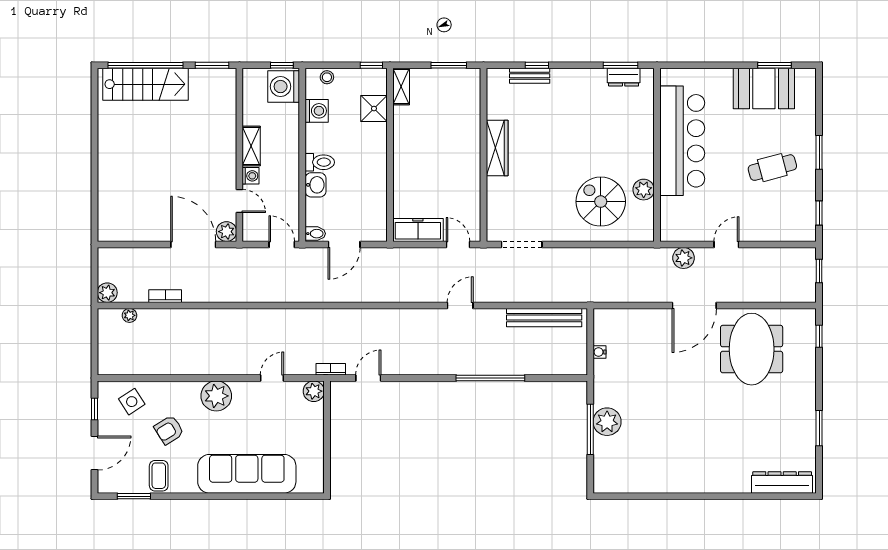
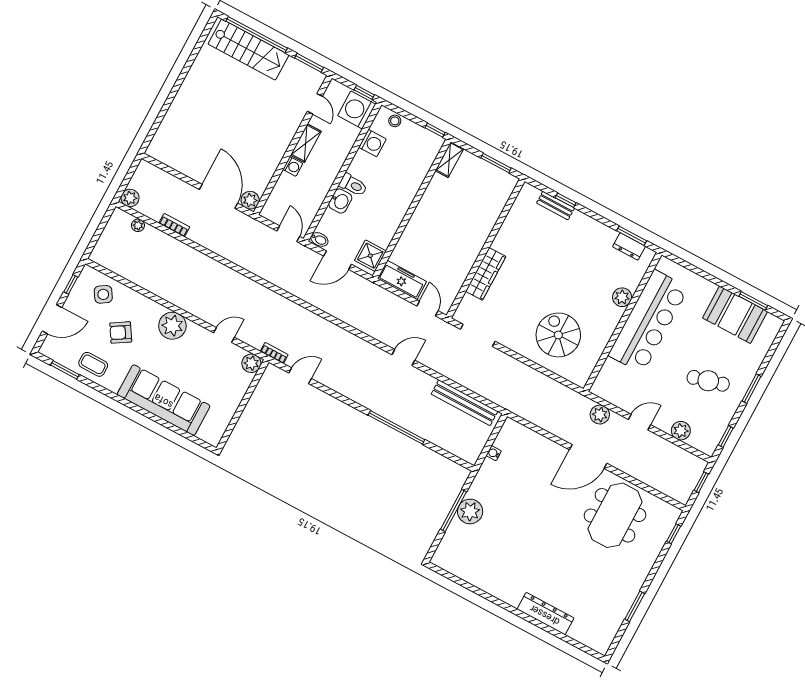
shower: (374, 109) -> (370, 256), moved
wardrobe: (497, 148) -> (486, 274), moved
plant: (644, 190) -> (622, 297), moved
door: (239, 201) -> (315, 104), moved
plant: (772, 231) -> (681, 431), added
coffee table: (159, 476) -> (93, 364), turned 90
dresser: (782, 482) -> (545, 614), moved

